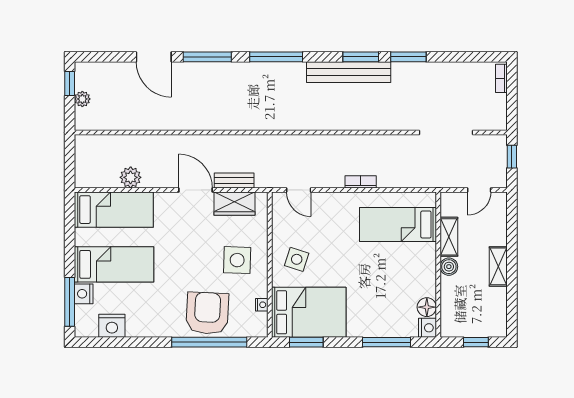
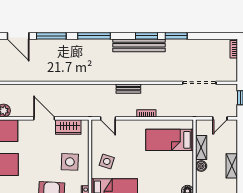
bench: (234, 180) -> (128, 89), moved

